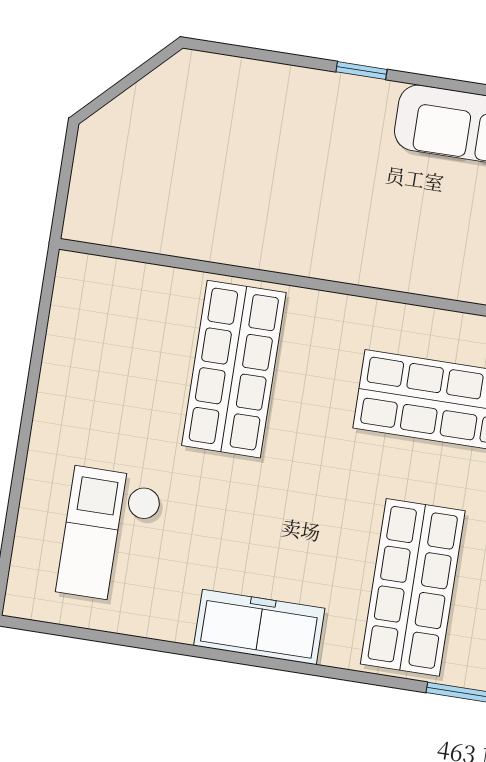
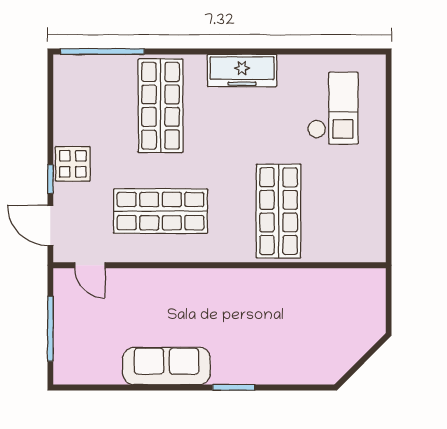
window: (362, 71) -> (234, 387), width x1.50

